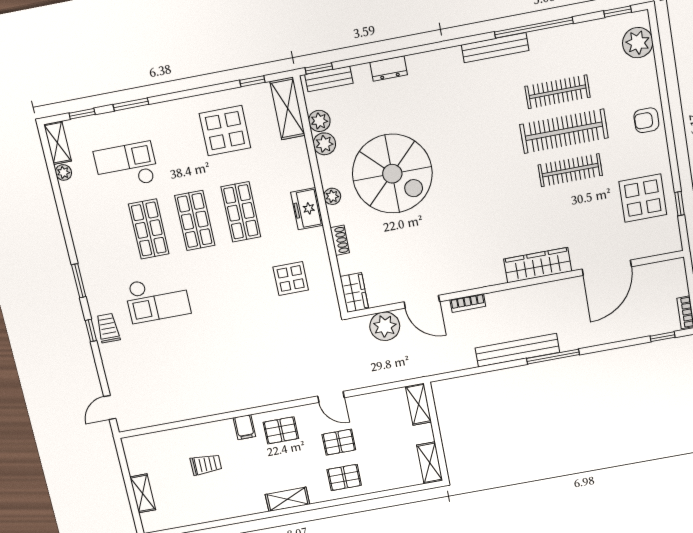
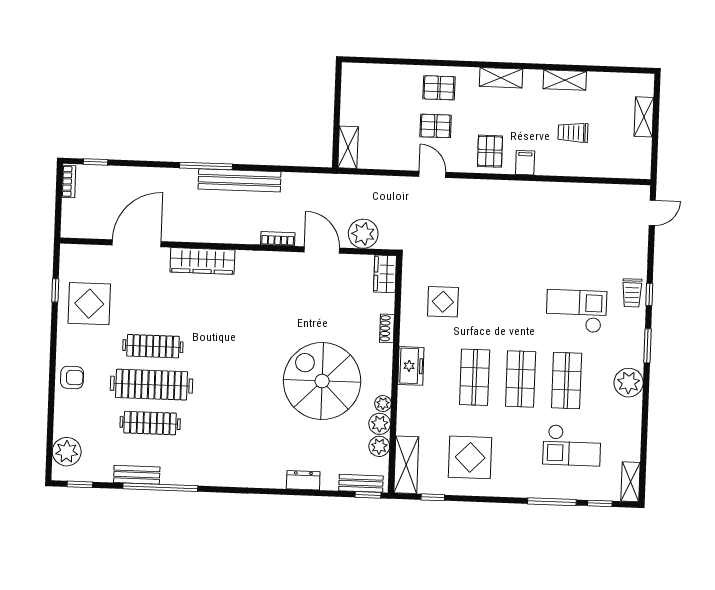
bench: (495, 48) -> (137, 475), moved, width x0.73
window: (131, 104) -> (552, 502), width x1.44
plant: (63, 172) -> (629, 383), moved, width x1.88, depth x1.88
plant: (332, 196) -> (383, 404), moved
pallet: (281, 430) -> (490, 151), turned 90
shelving: (430, 463) -> (565, 80), moved, turned 90

